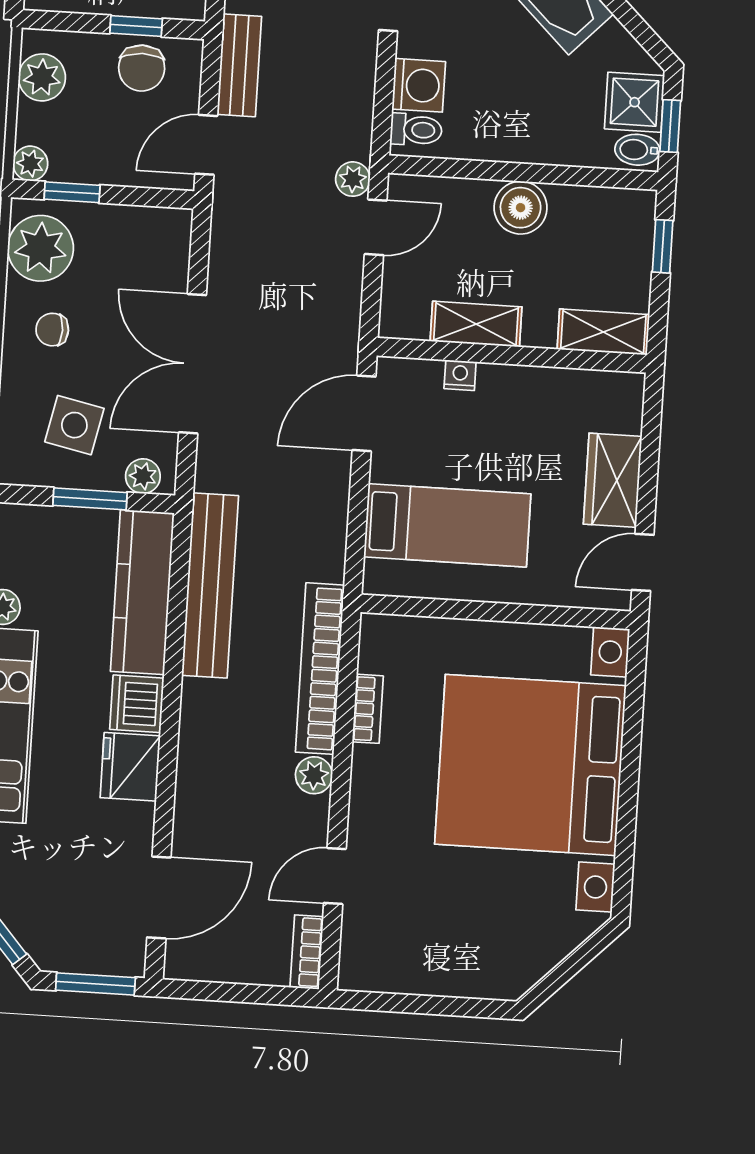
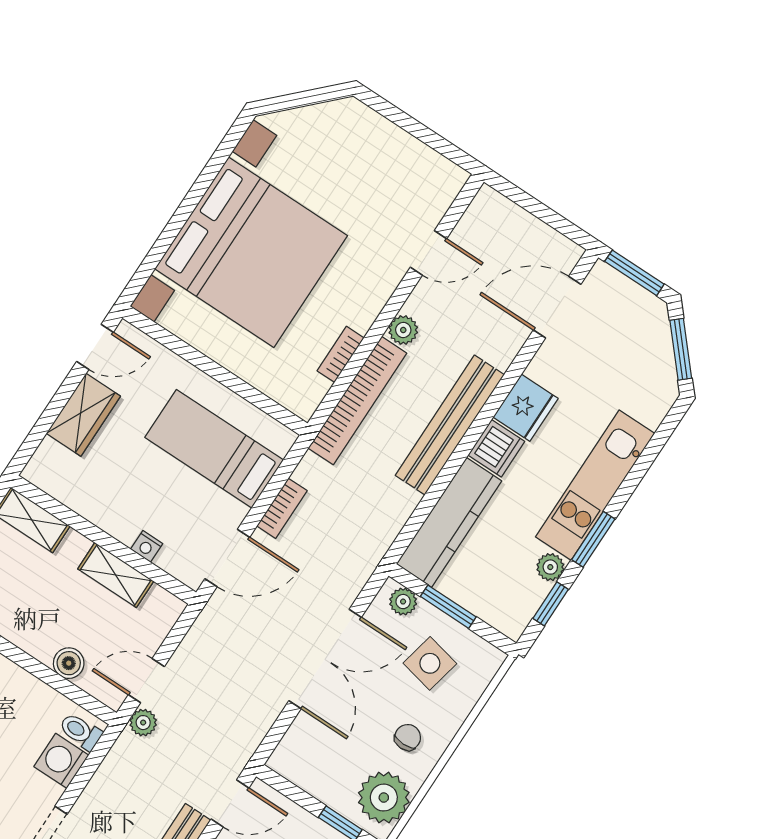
boiler: (521, 208) -> (69, 663), moved, width x0.73, depth x0.73
chair: (52, 330) -> (408, 737), turned -90
bench: (210, 585) -> (450, 425), moved
bookcase: (307, 952) -> (282, 508), moved

